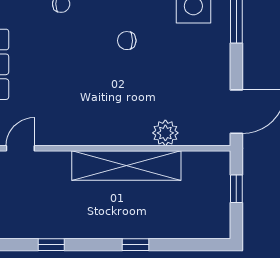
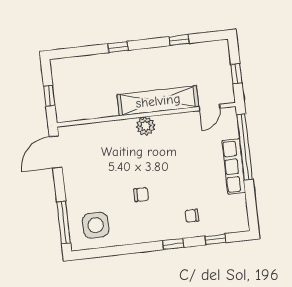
plant: (165, 133) -> (146, 126), moved
shelving: (126, 165) -> (158, 101), moved

